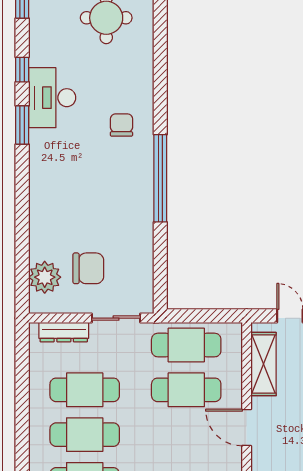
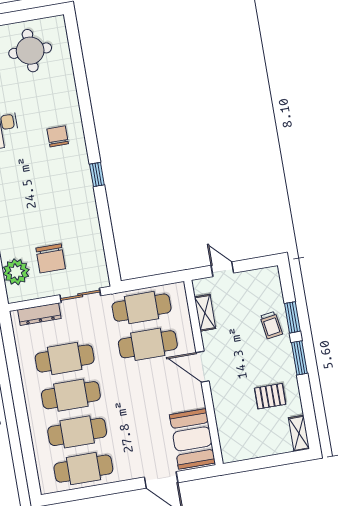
window: (160, 178) -> (97, 175), width x0.32
chair: (88, 268) -> (51, 258), turned 90
shelving: (264, 364) -> (205, 313), width x0.67, depth x0.75

